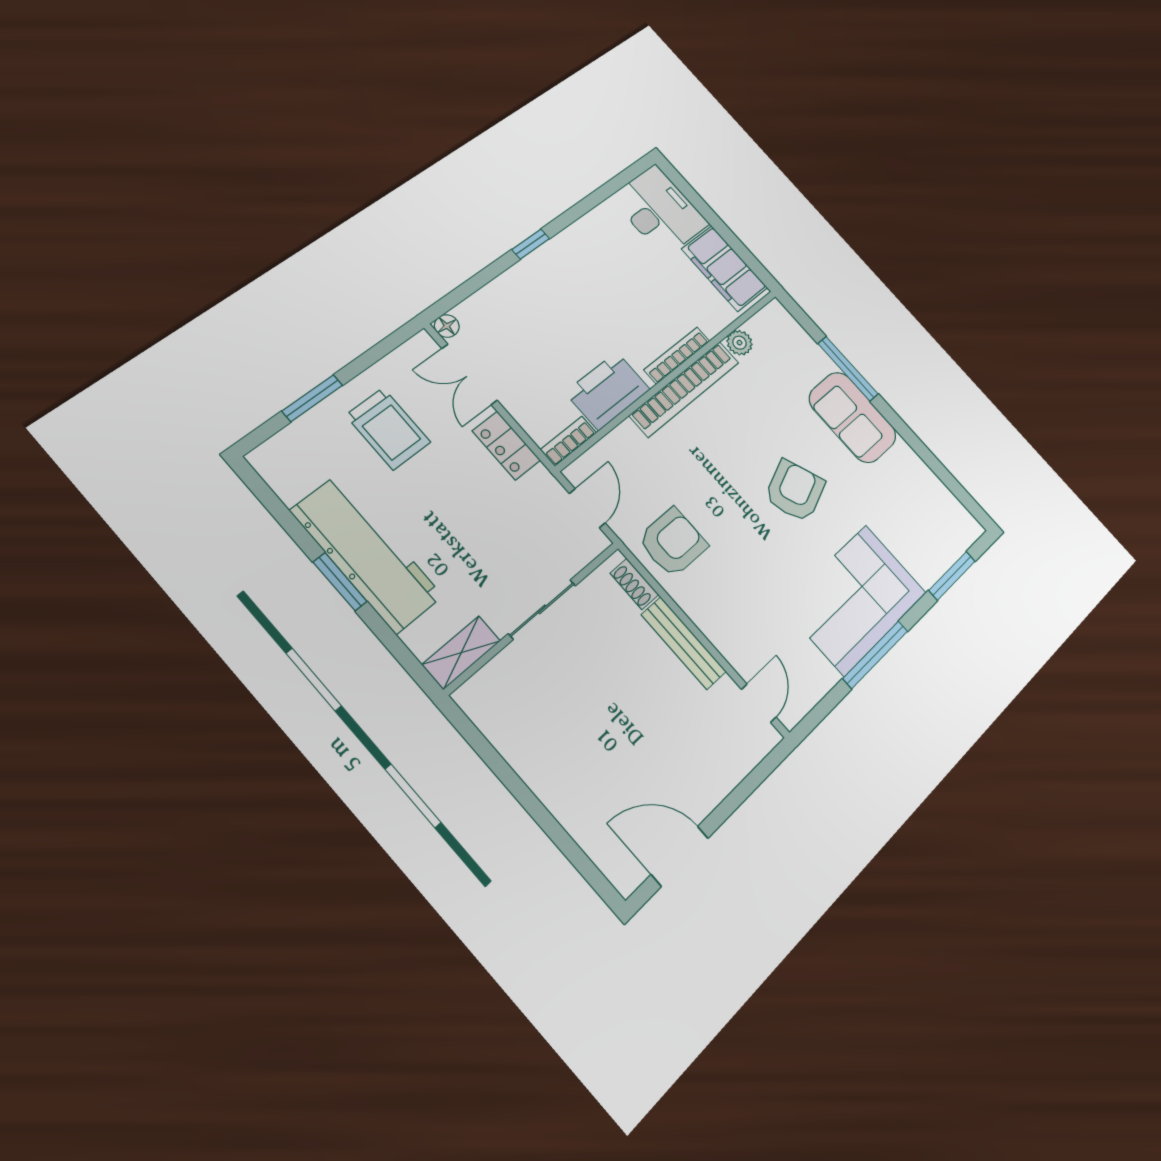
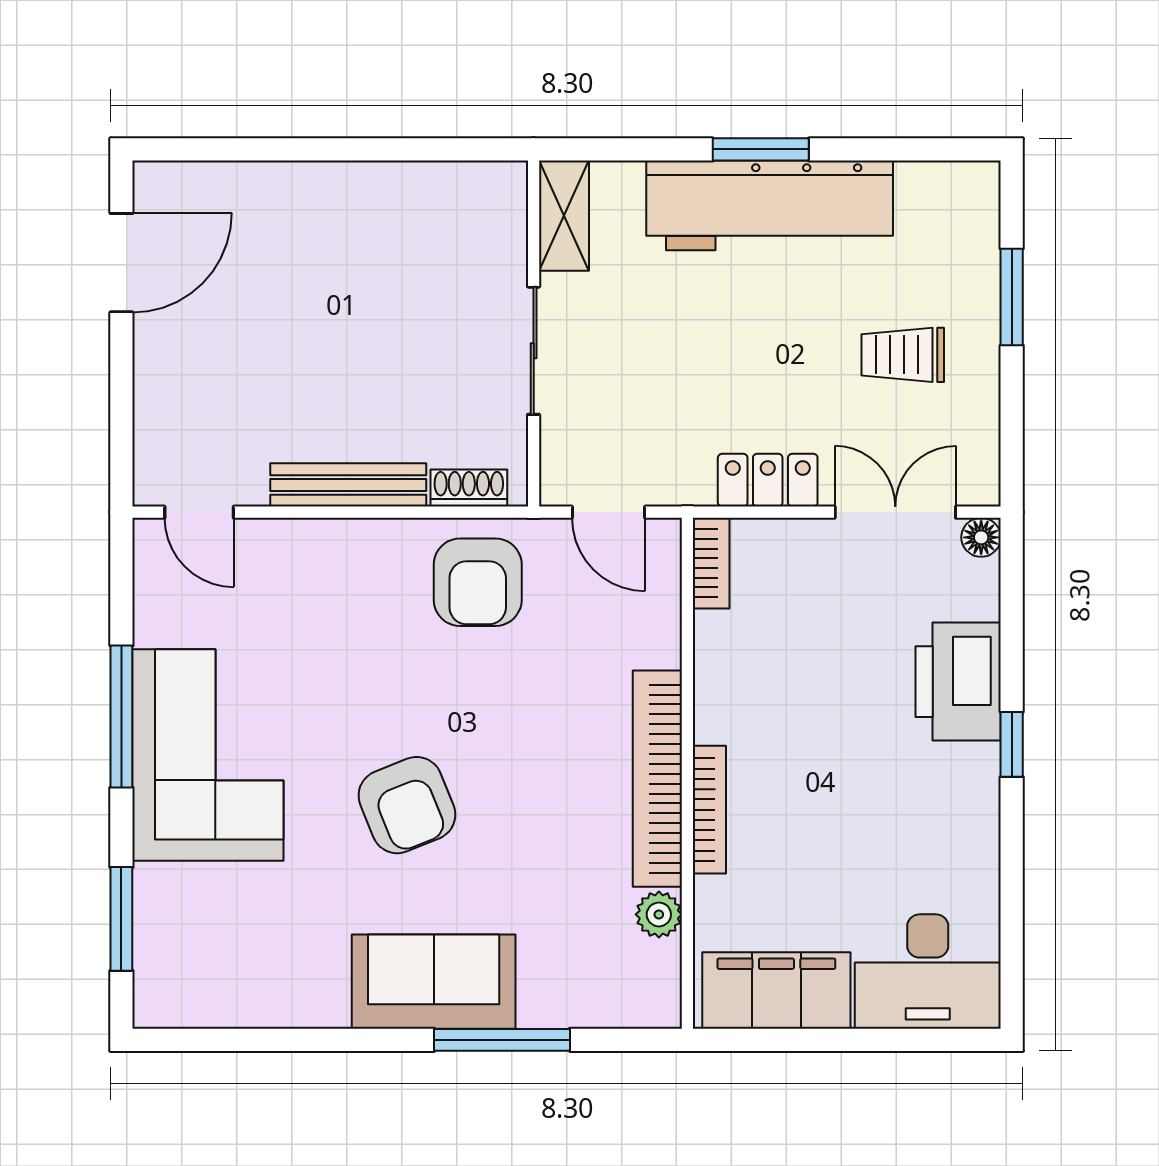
printer: (608, 391) -> (958, 682), moved, turned 180
trolley: (388, 429) -> (903, 355), width x0.73, depth x0.72

